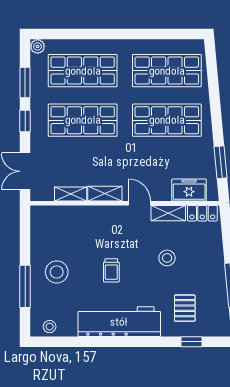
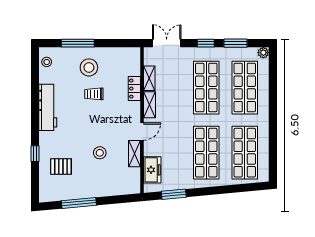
locker: (202, 213) -> (134, 89), moved
trolley: (111, 270) -> (94, 94), moved
workbench: (119, 322) -> (48, 107), width x0.73, depth x0.76
window: (191, 342) -> (35, 154), moved

